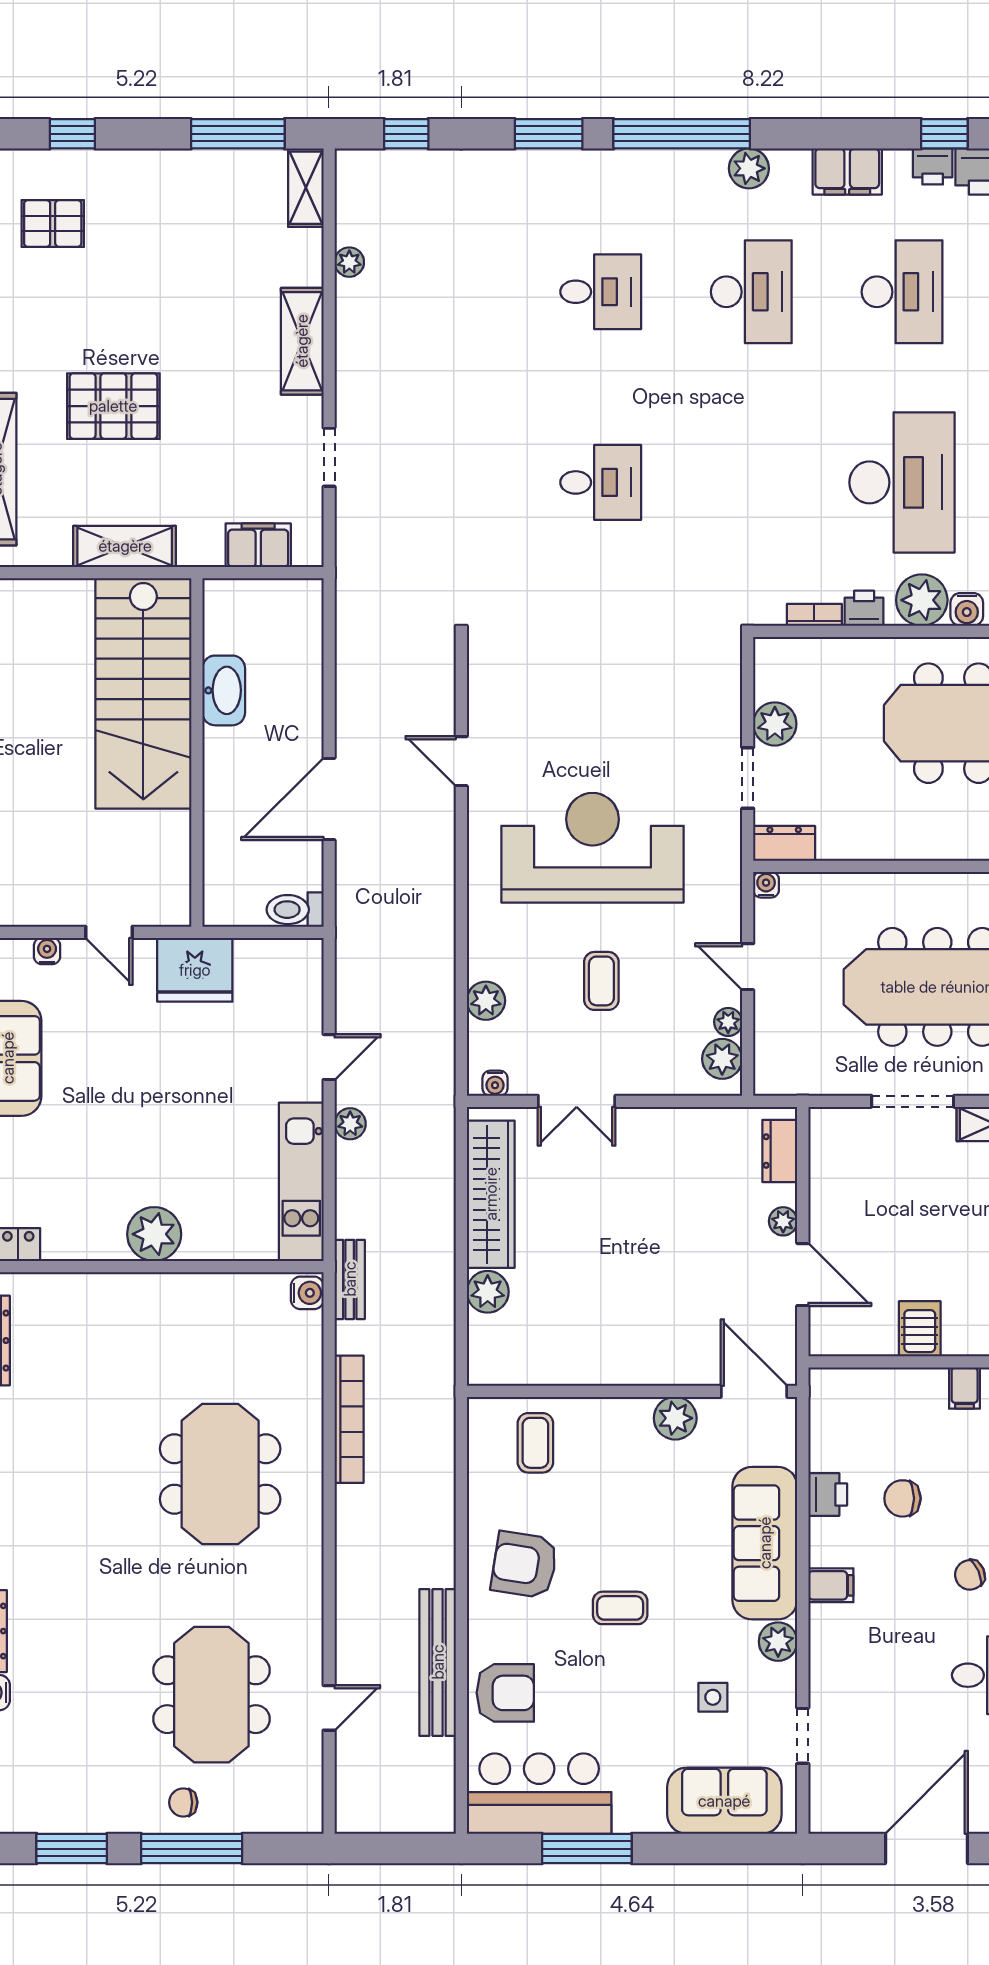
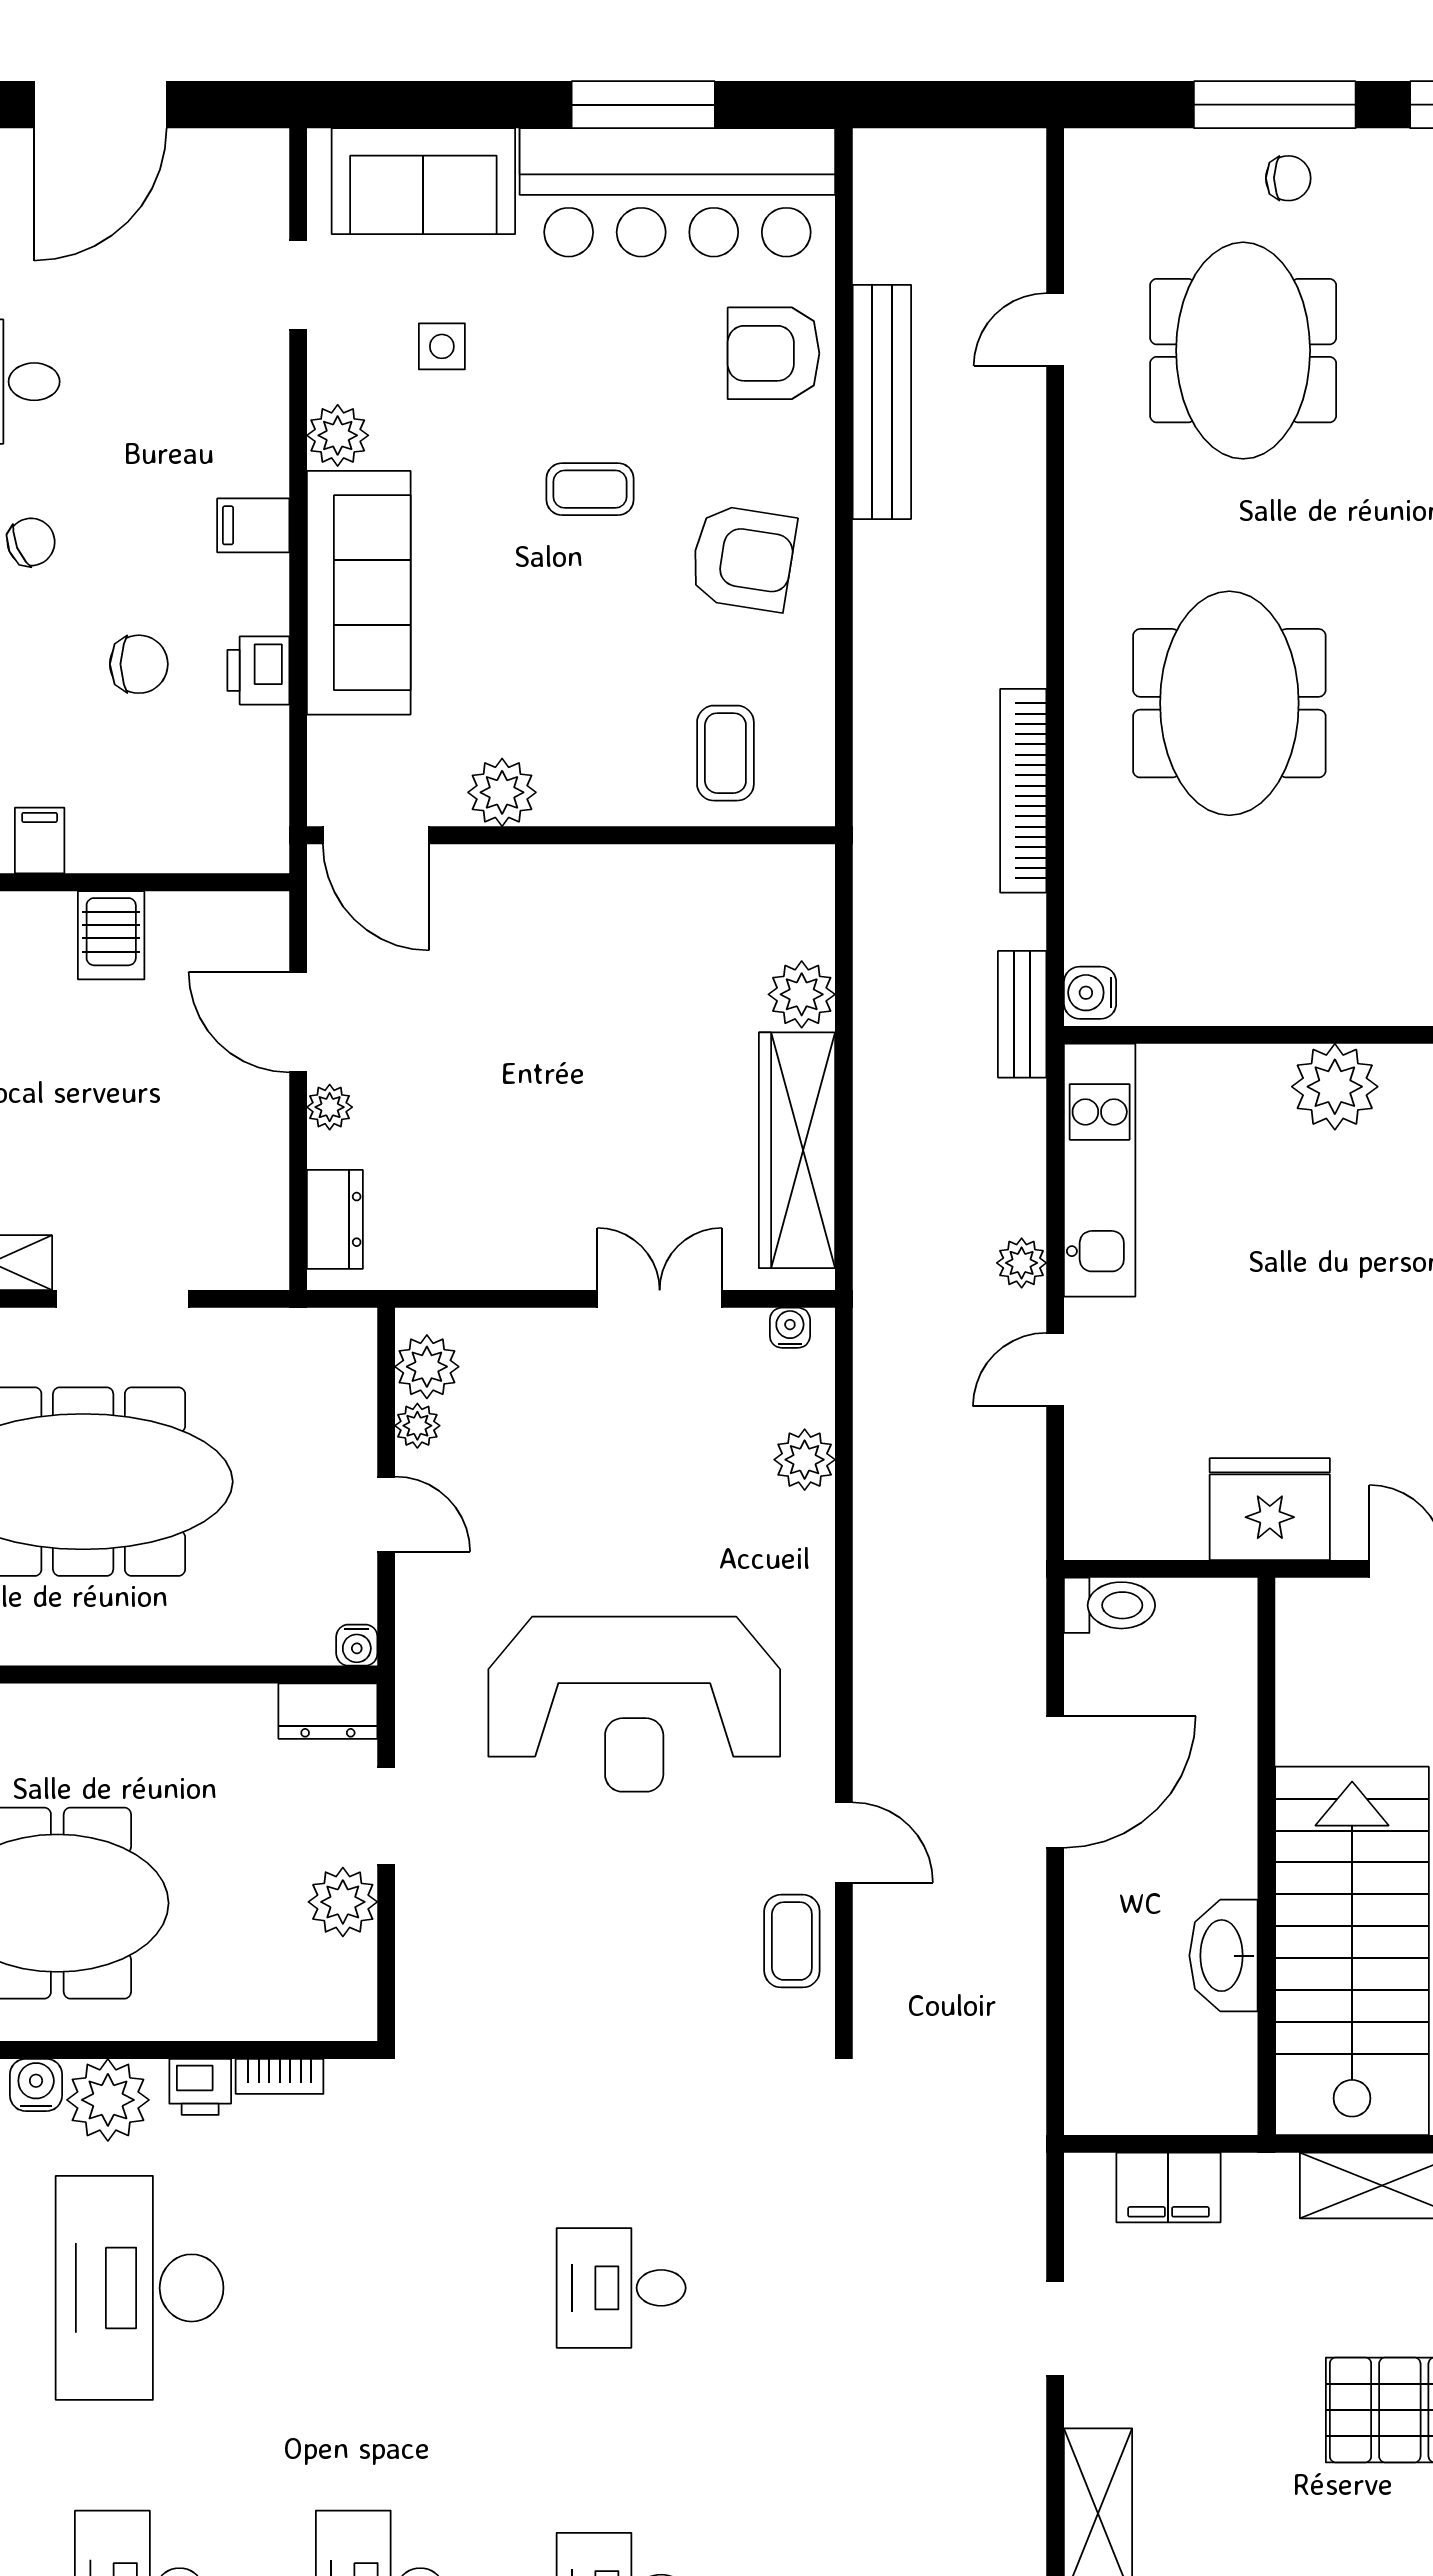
coffee table: (601, 981) -> (792, 1941), moved
bar counter: (539, 1794) -> (677, 192), width x1.36

